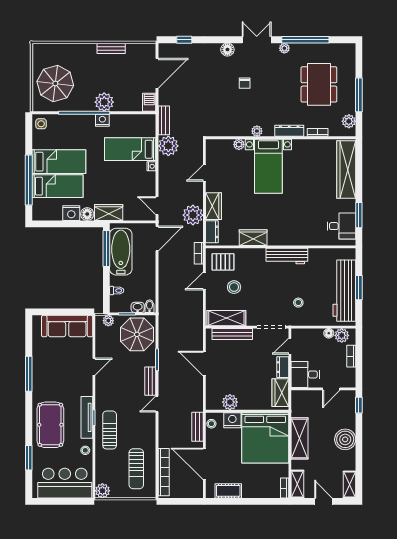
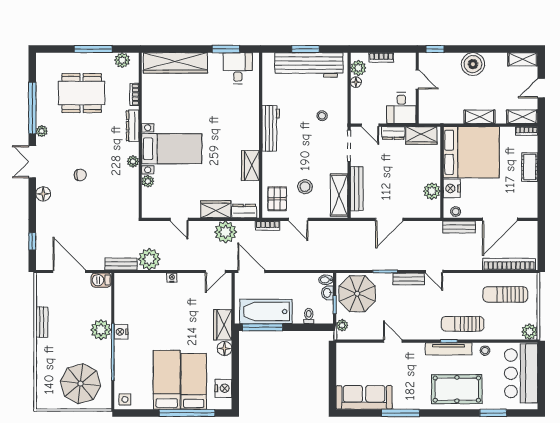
bed: (130, 149) -> (153, 301), removed
nightstand: (71, 213) -> (223, 388), moved
sofa: (67, 326) -> (364, 397), moved, turned -90
shelving: (299, 438) -> (479, 117), width x0.67, depth x0.75
sun lounger: (136, 469) -> (505, 294), turned 180
cot: (228, 491) -> (530, 167), moved

